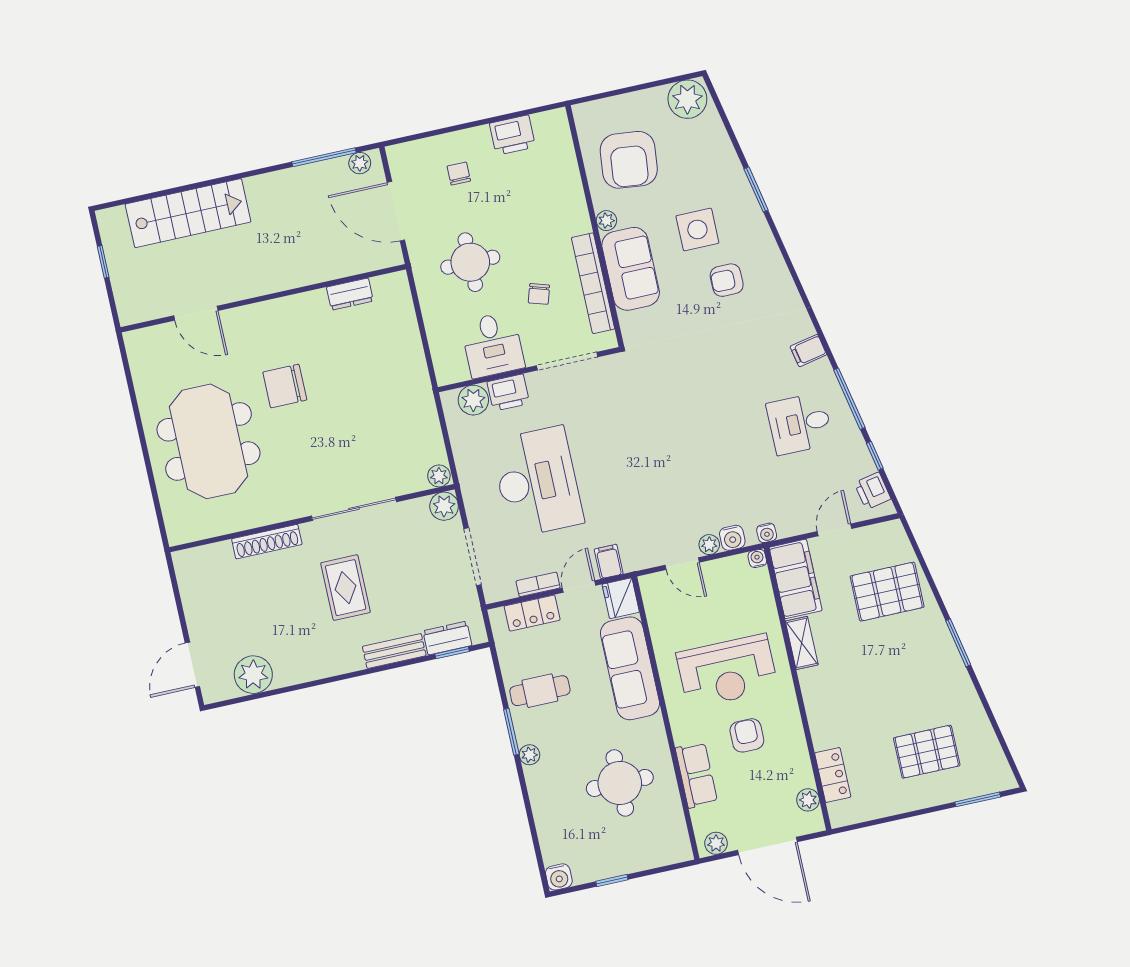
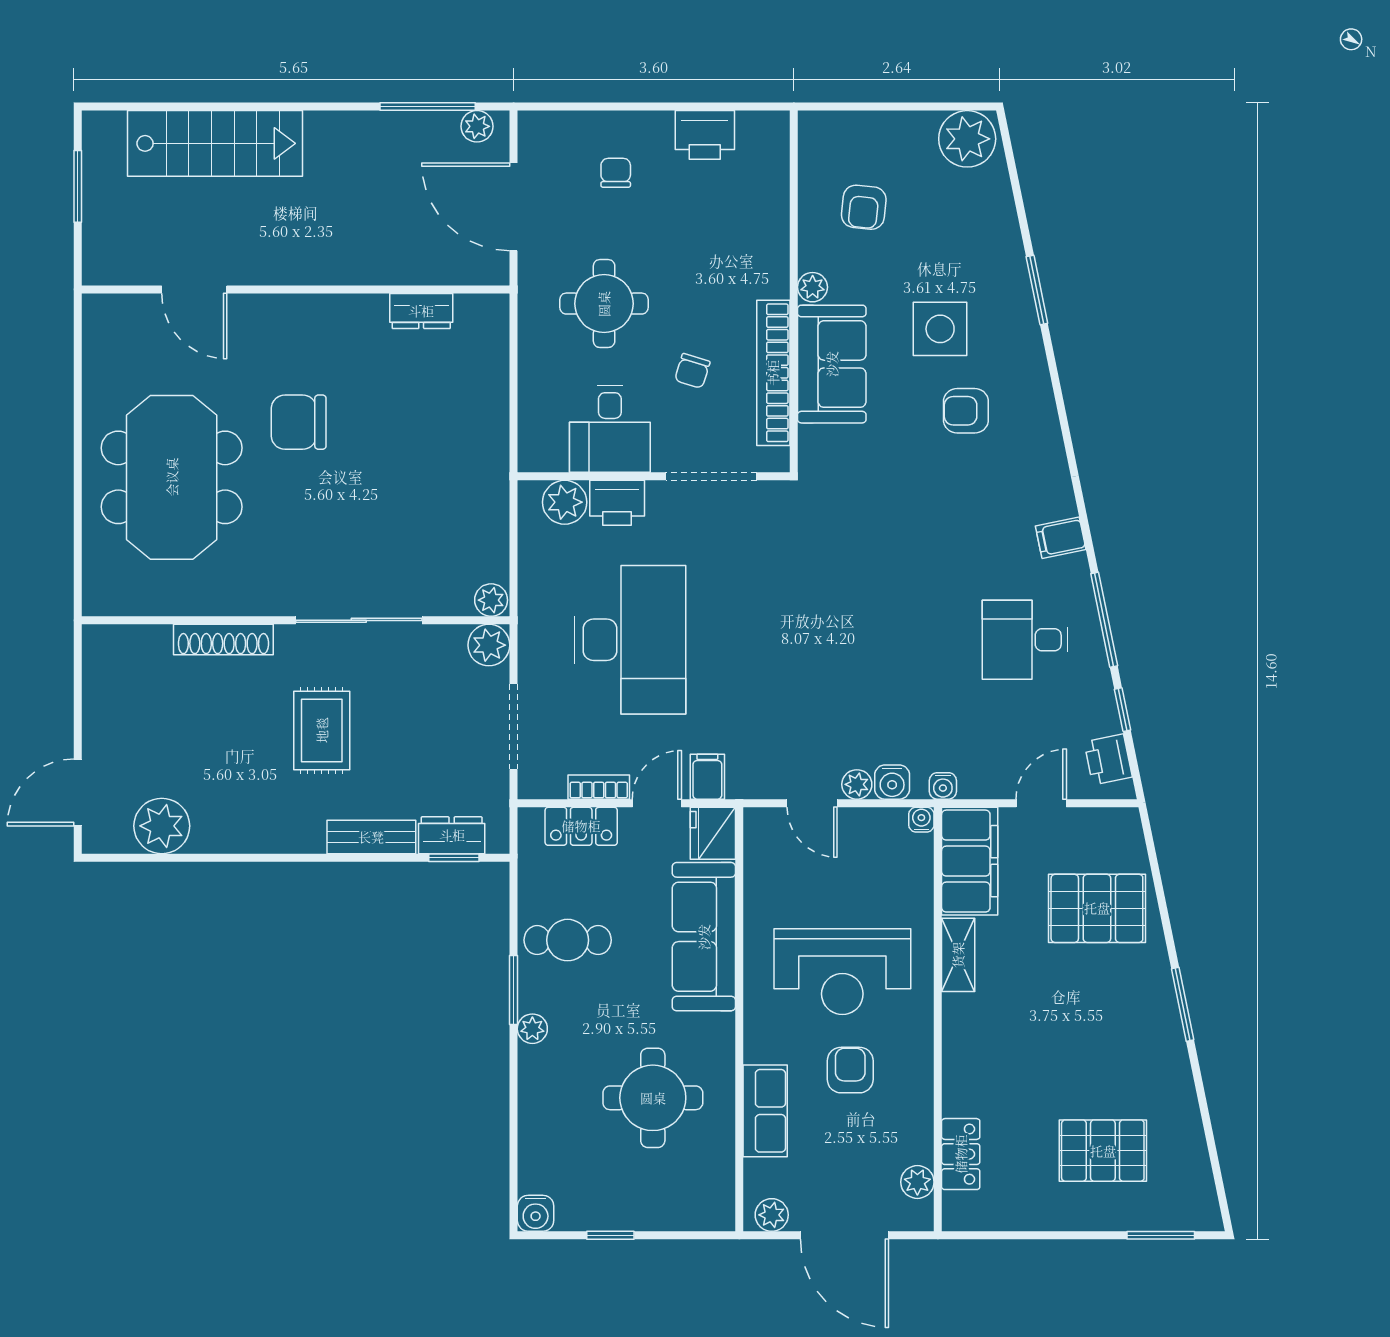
armchair: (629, 160) -> (864, 207), width x0.53, depth x0.53
window: (103, 262) -> (78, 186), width x1.50

